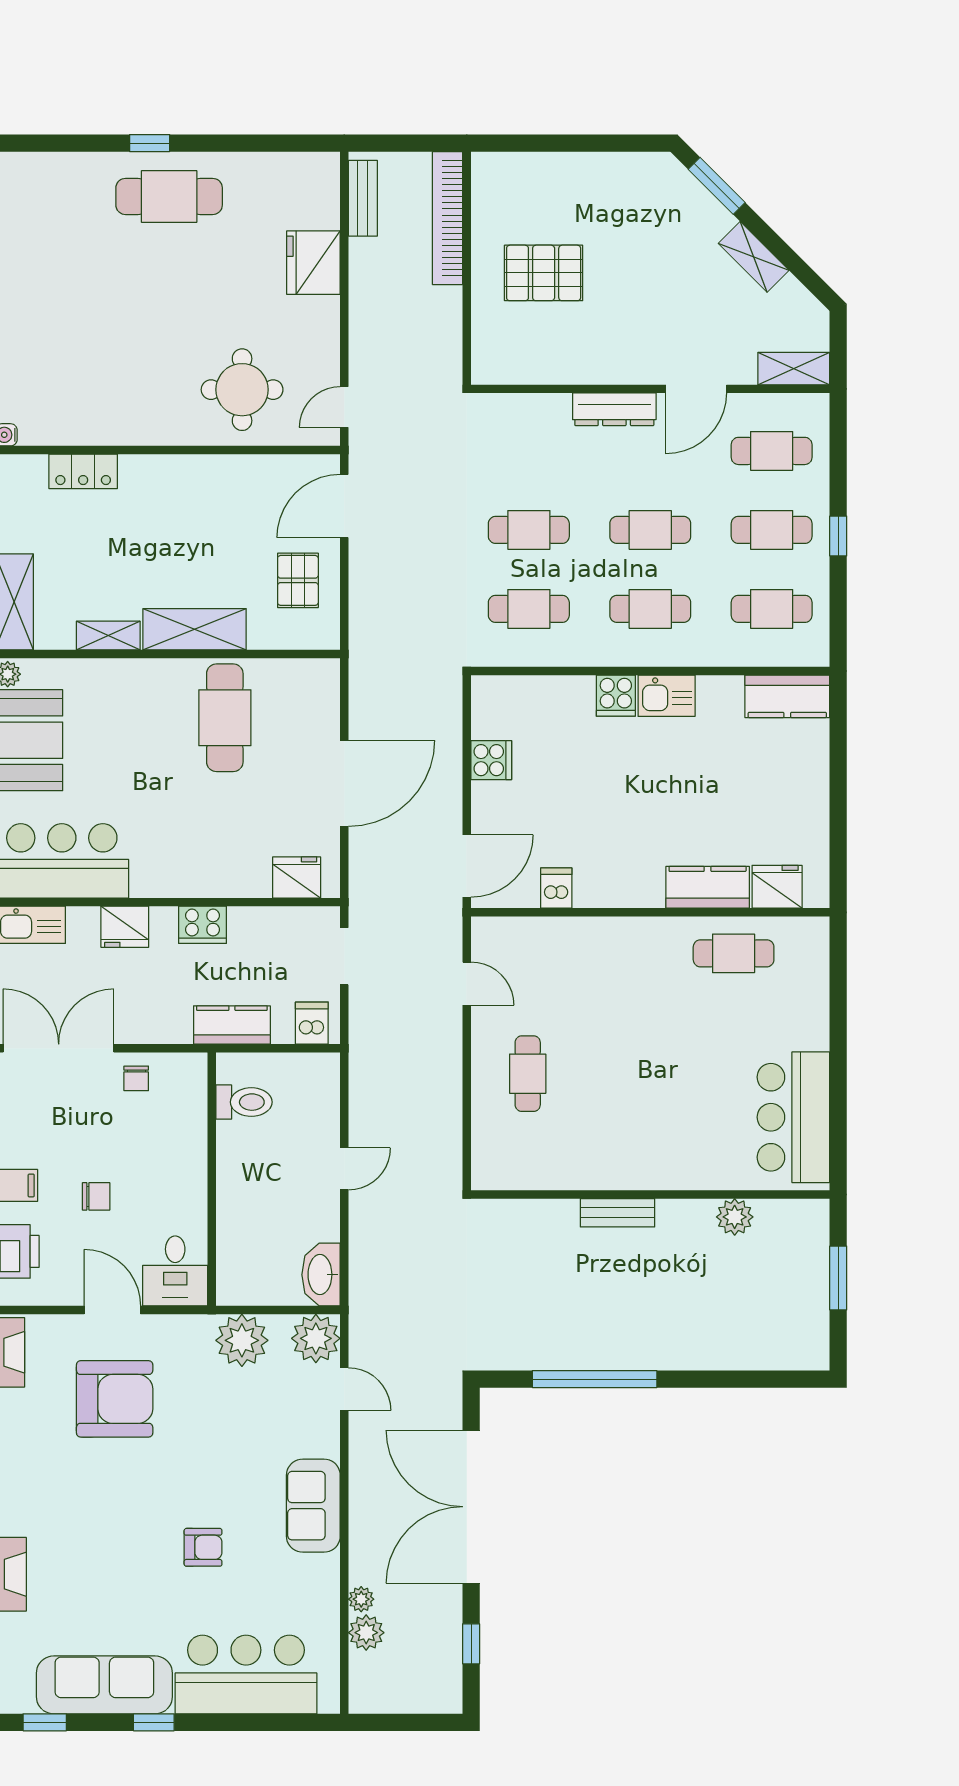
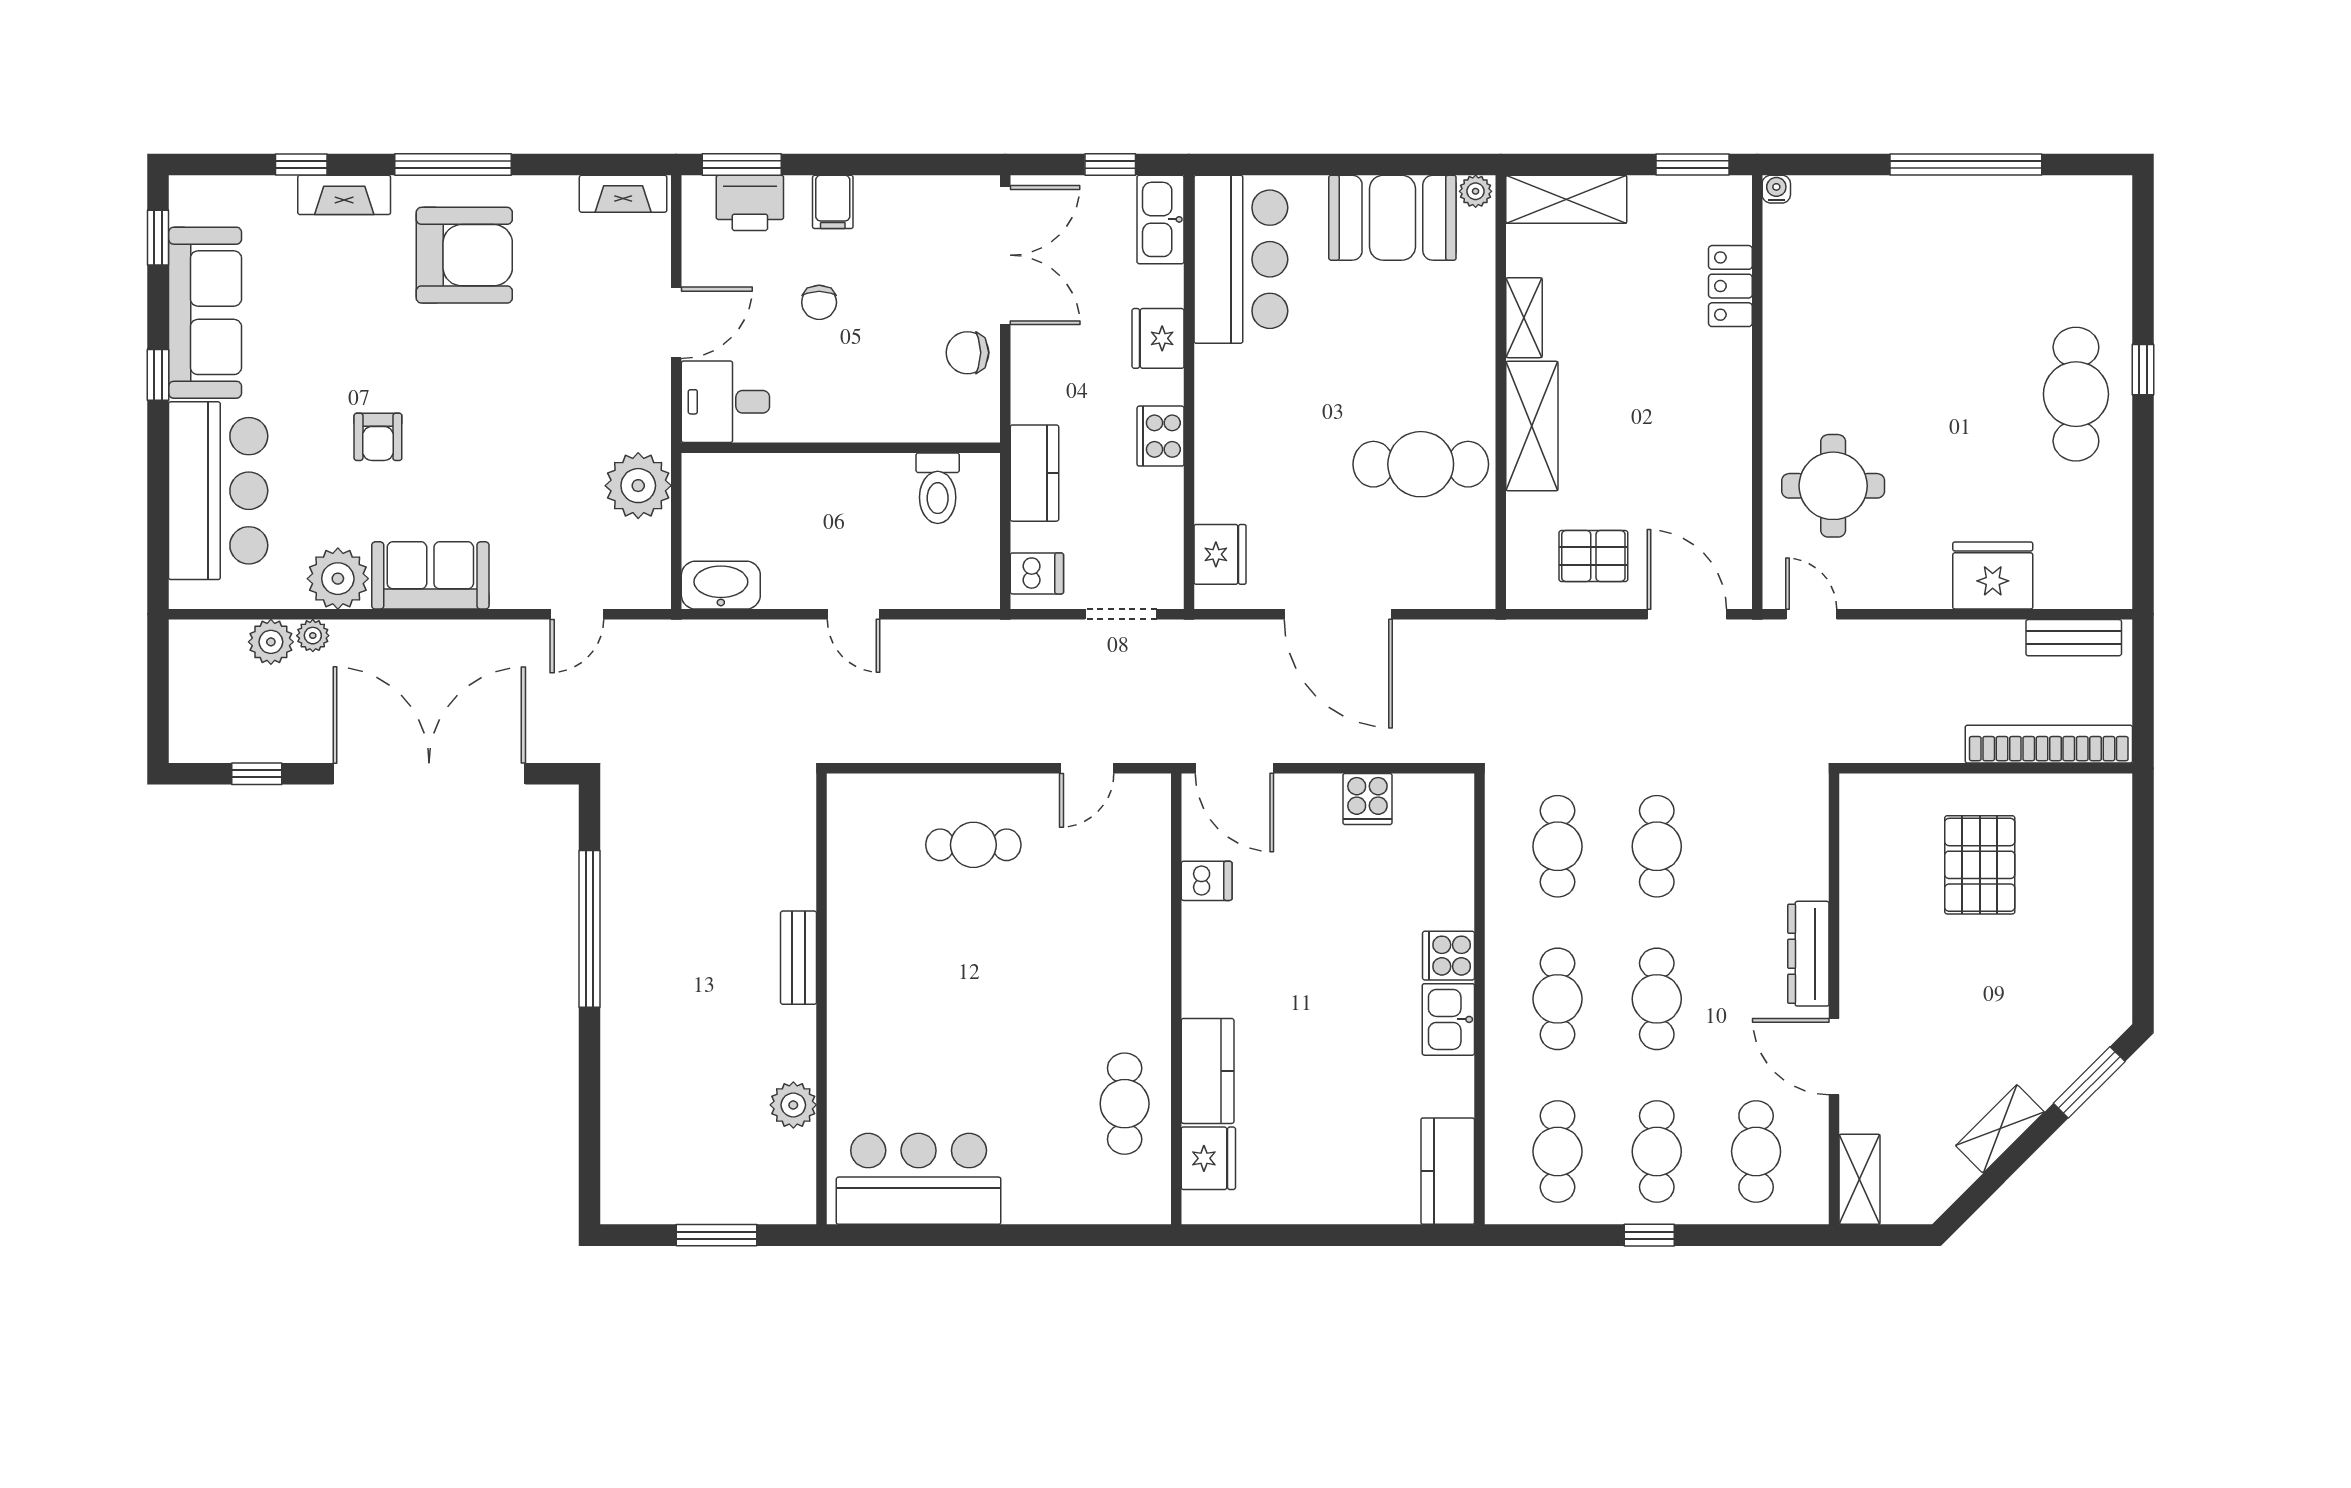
chair: (136, 1078) -> (967, 353), width x1.37, depth x1.37
plant: (316, 1338) -> (338, 579), moved
armchair: (115, 1399) -> (464, 255), moved, turned -90

